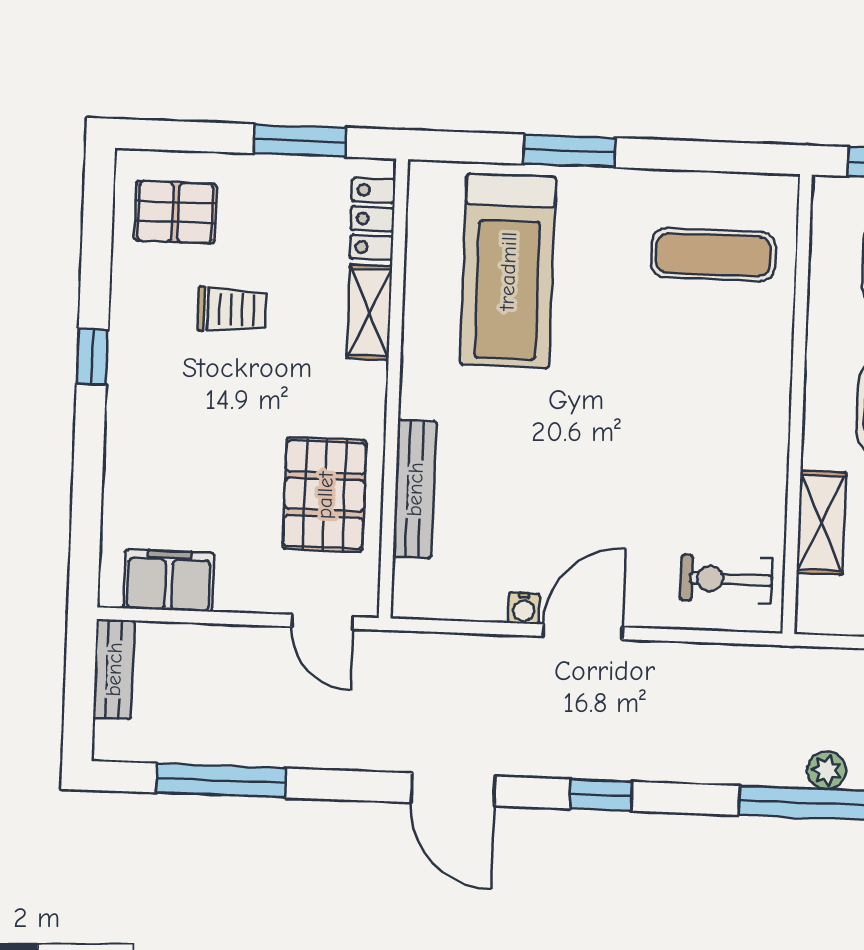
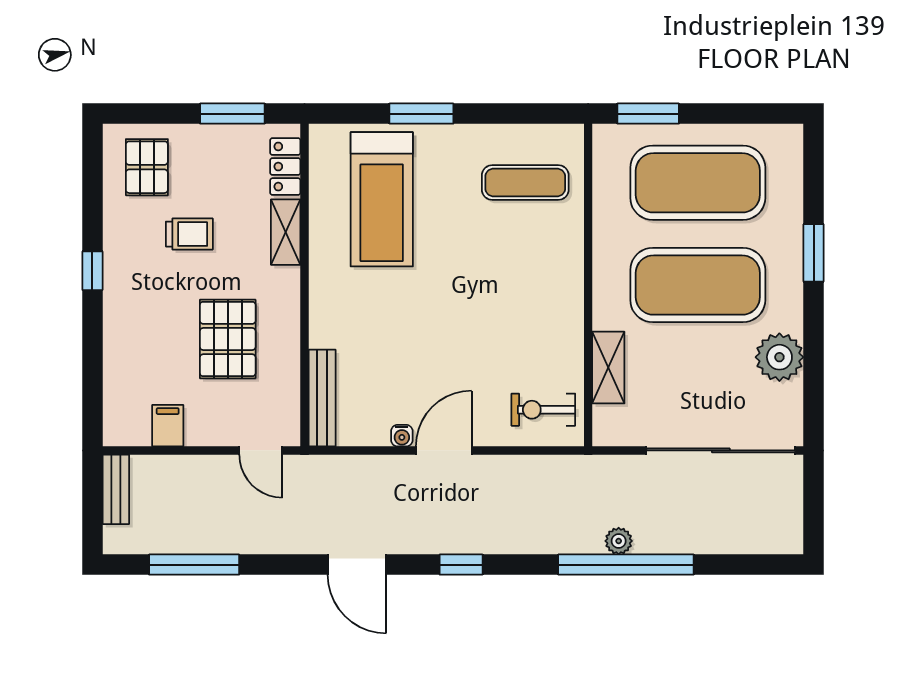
pallet: (175, 212) -> (147, 167), turned 90
bench: (415, 489) -> (322, 398), moved
pallet: (325, 495) -> (228, 339), moved
filing cabinet: (169, 580) -> (168, 426), width x0.50

